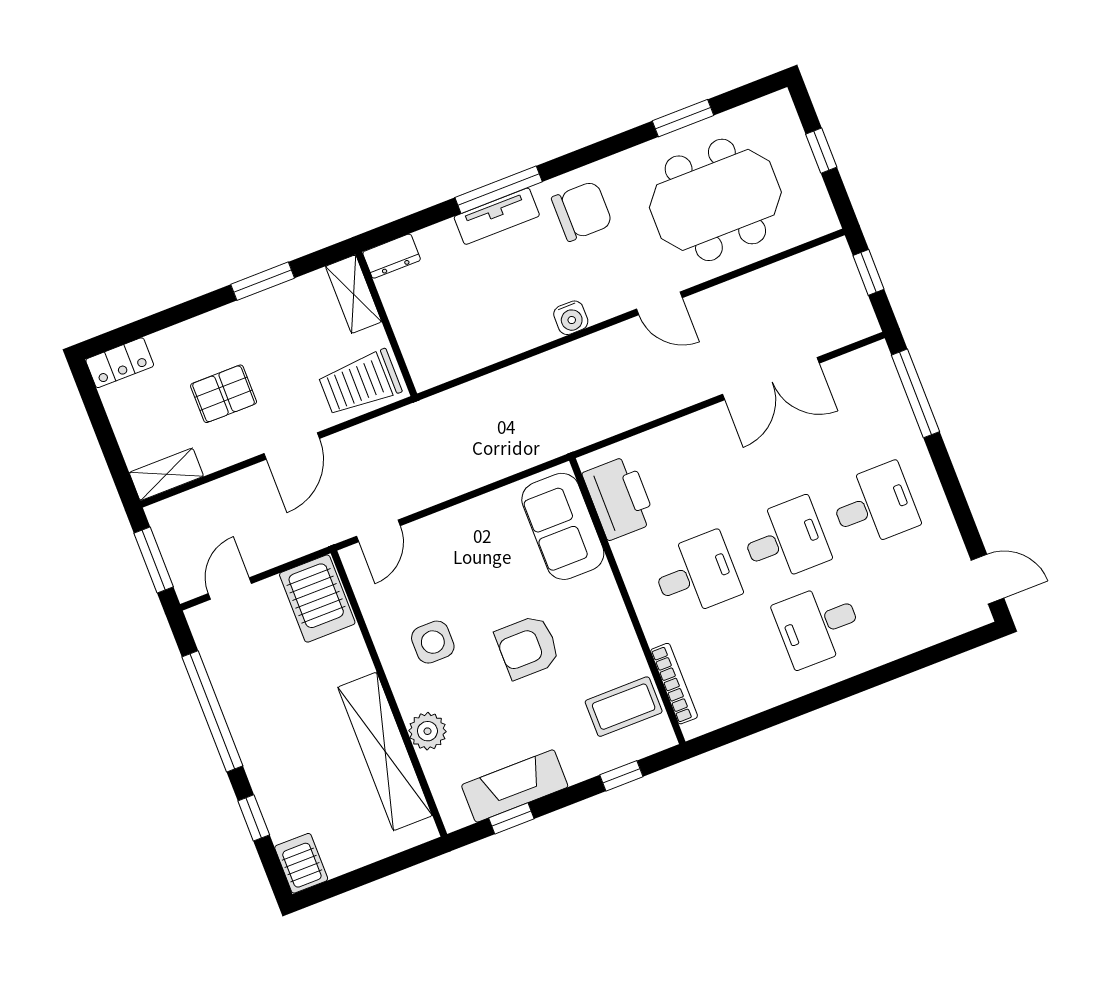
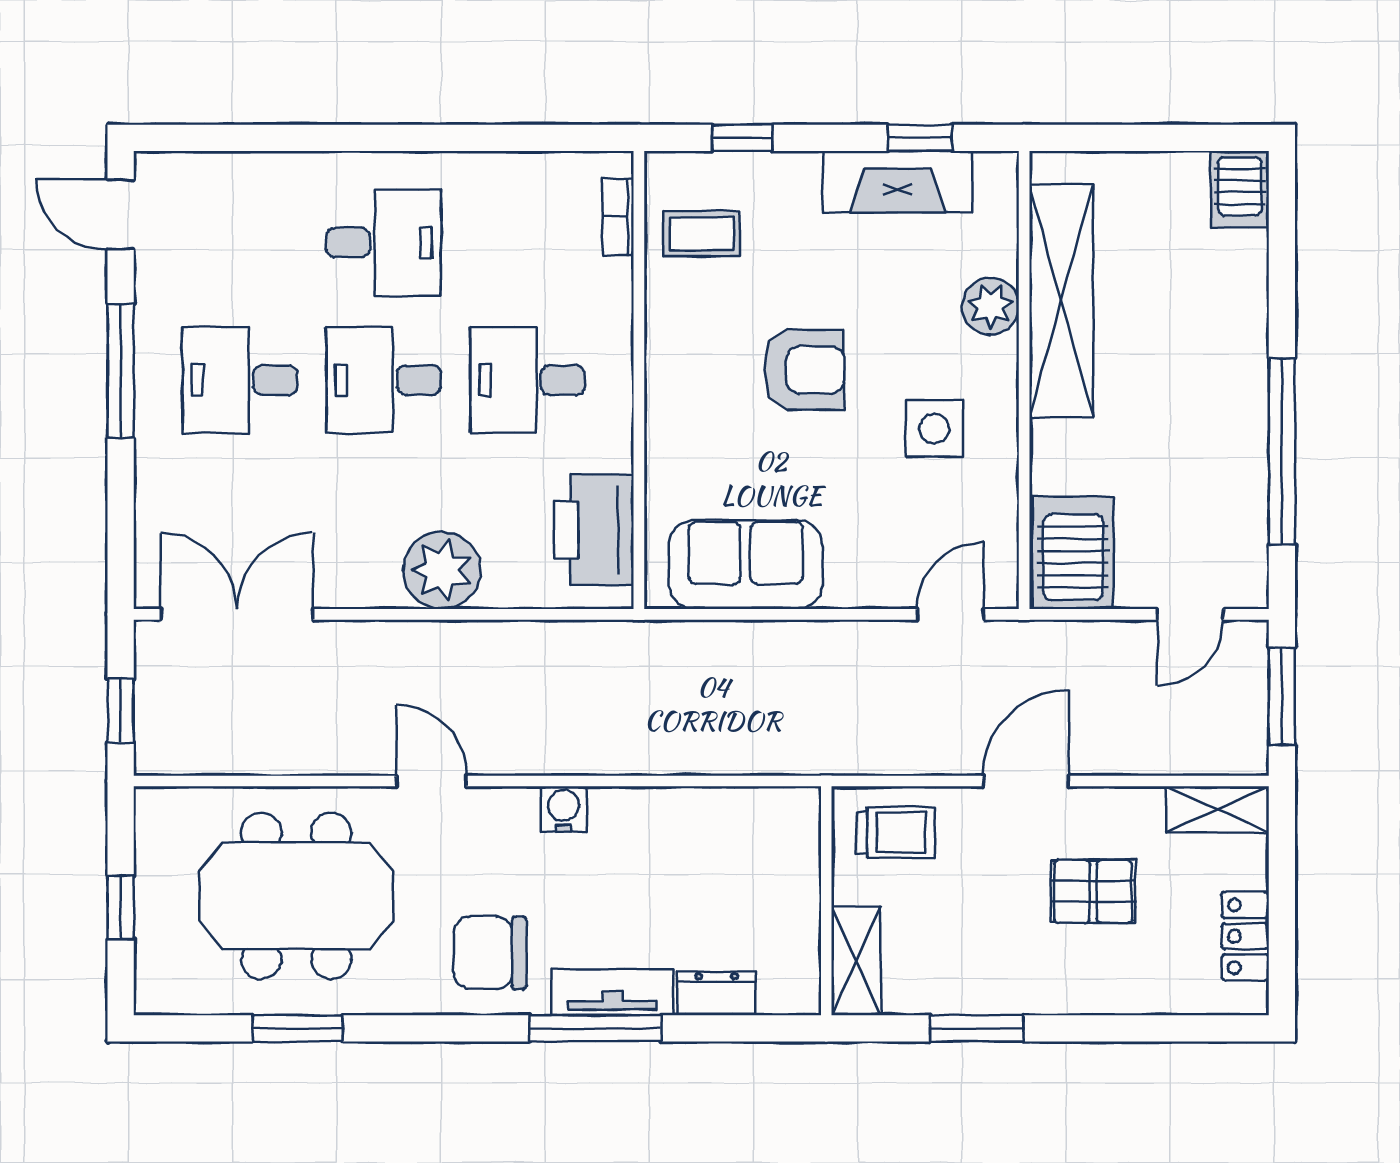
dresser: (392, 256) -> (717, 993), moved
locker: (120, 363) -> (1245, 936), moved, turned -90
double door: (771, 379) -> (237, 614), moved
trolley: (360, 383) -> (895, 832), width x0.73, depth x0.72
window: (915, 393) -> (121, 371), moved
plant: (703, 436) -> (442, 570), added
sofa: (563, 526) -> (746, 565), moved, turned -90
bookcase: (674, 684) -> (618, 217), width x0.64
coffee table: (624, 707) -> (701, 234), width x0.73, depth x0.77
window: (254, 818) -> (1282, 279), removed

